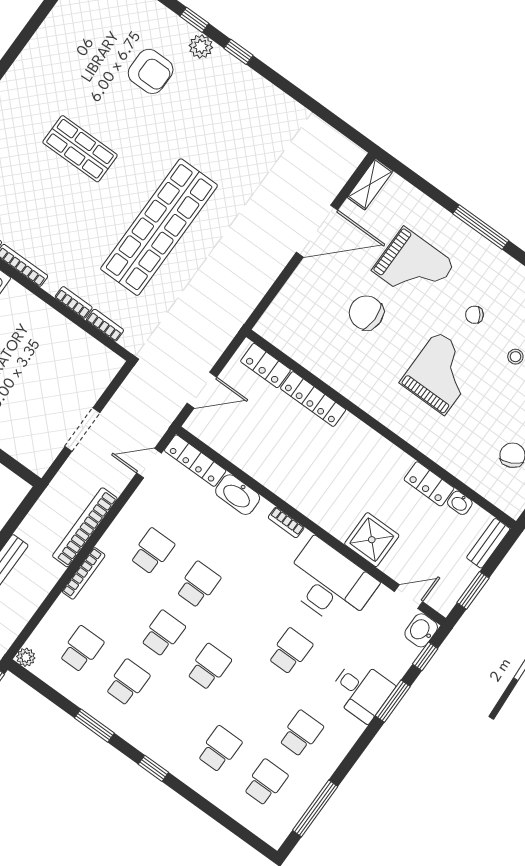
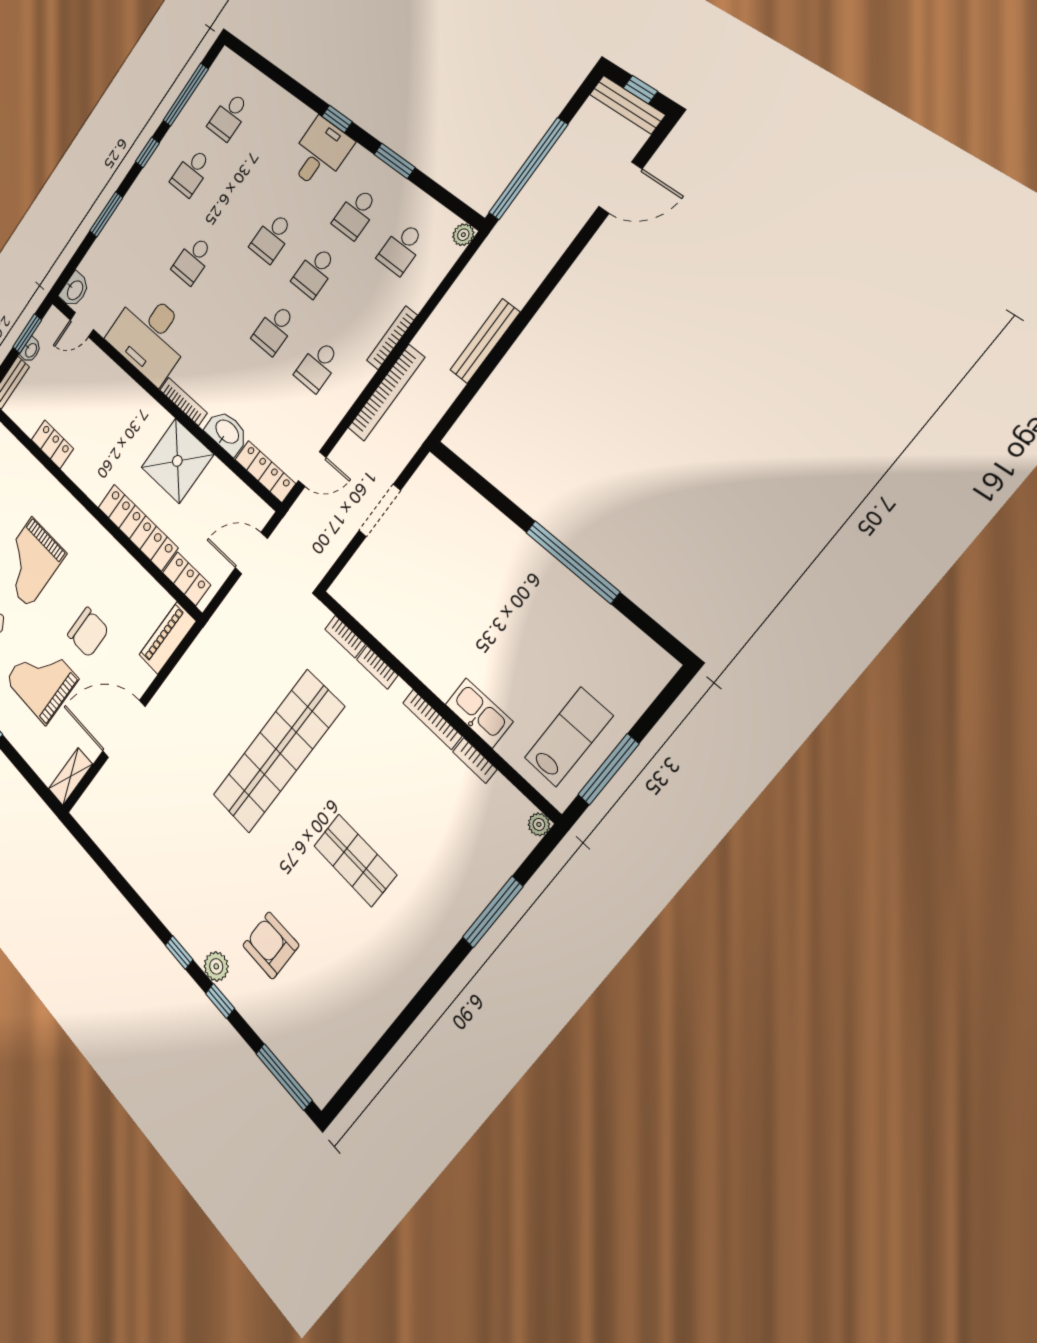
piano: (280, 313) -> (167, 638), added
locker: (313, 399) -> (138, 527), width x1.41, depth x1.21
washbasin: (460, 503) -> (31, 350), moved, turned 90
bookcase: (286, 522) -> (183, 401), width x1.56
shower: (372, 540) -> (177, 461), moved, width x1.37, depth x1.37
window: (425, 656) -> (147, 152), moved
desk: (361, 690) -> (320, 153), moved, turned 90
school desk: (220, 749) -> (269, 148), removed

